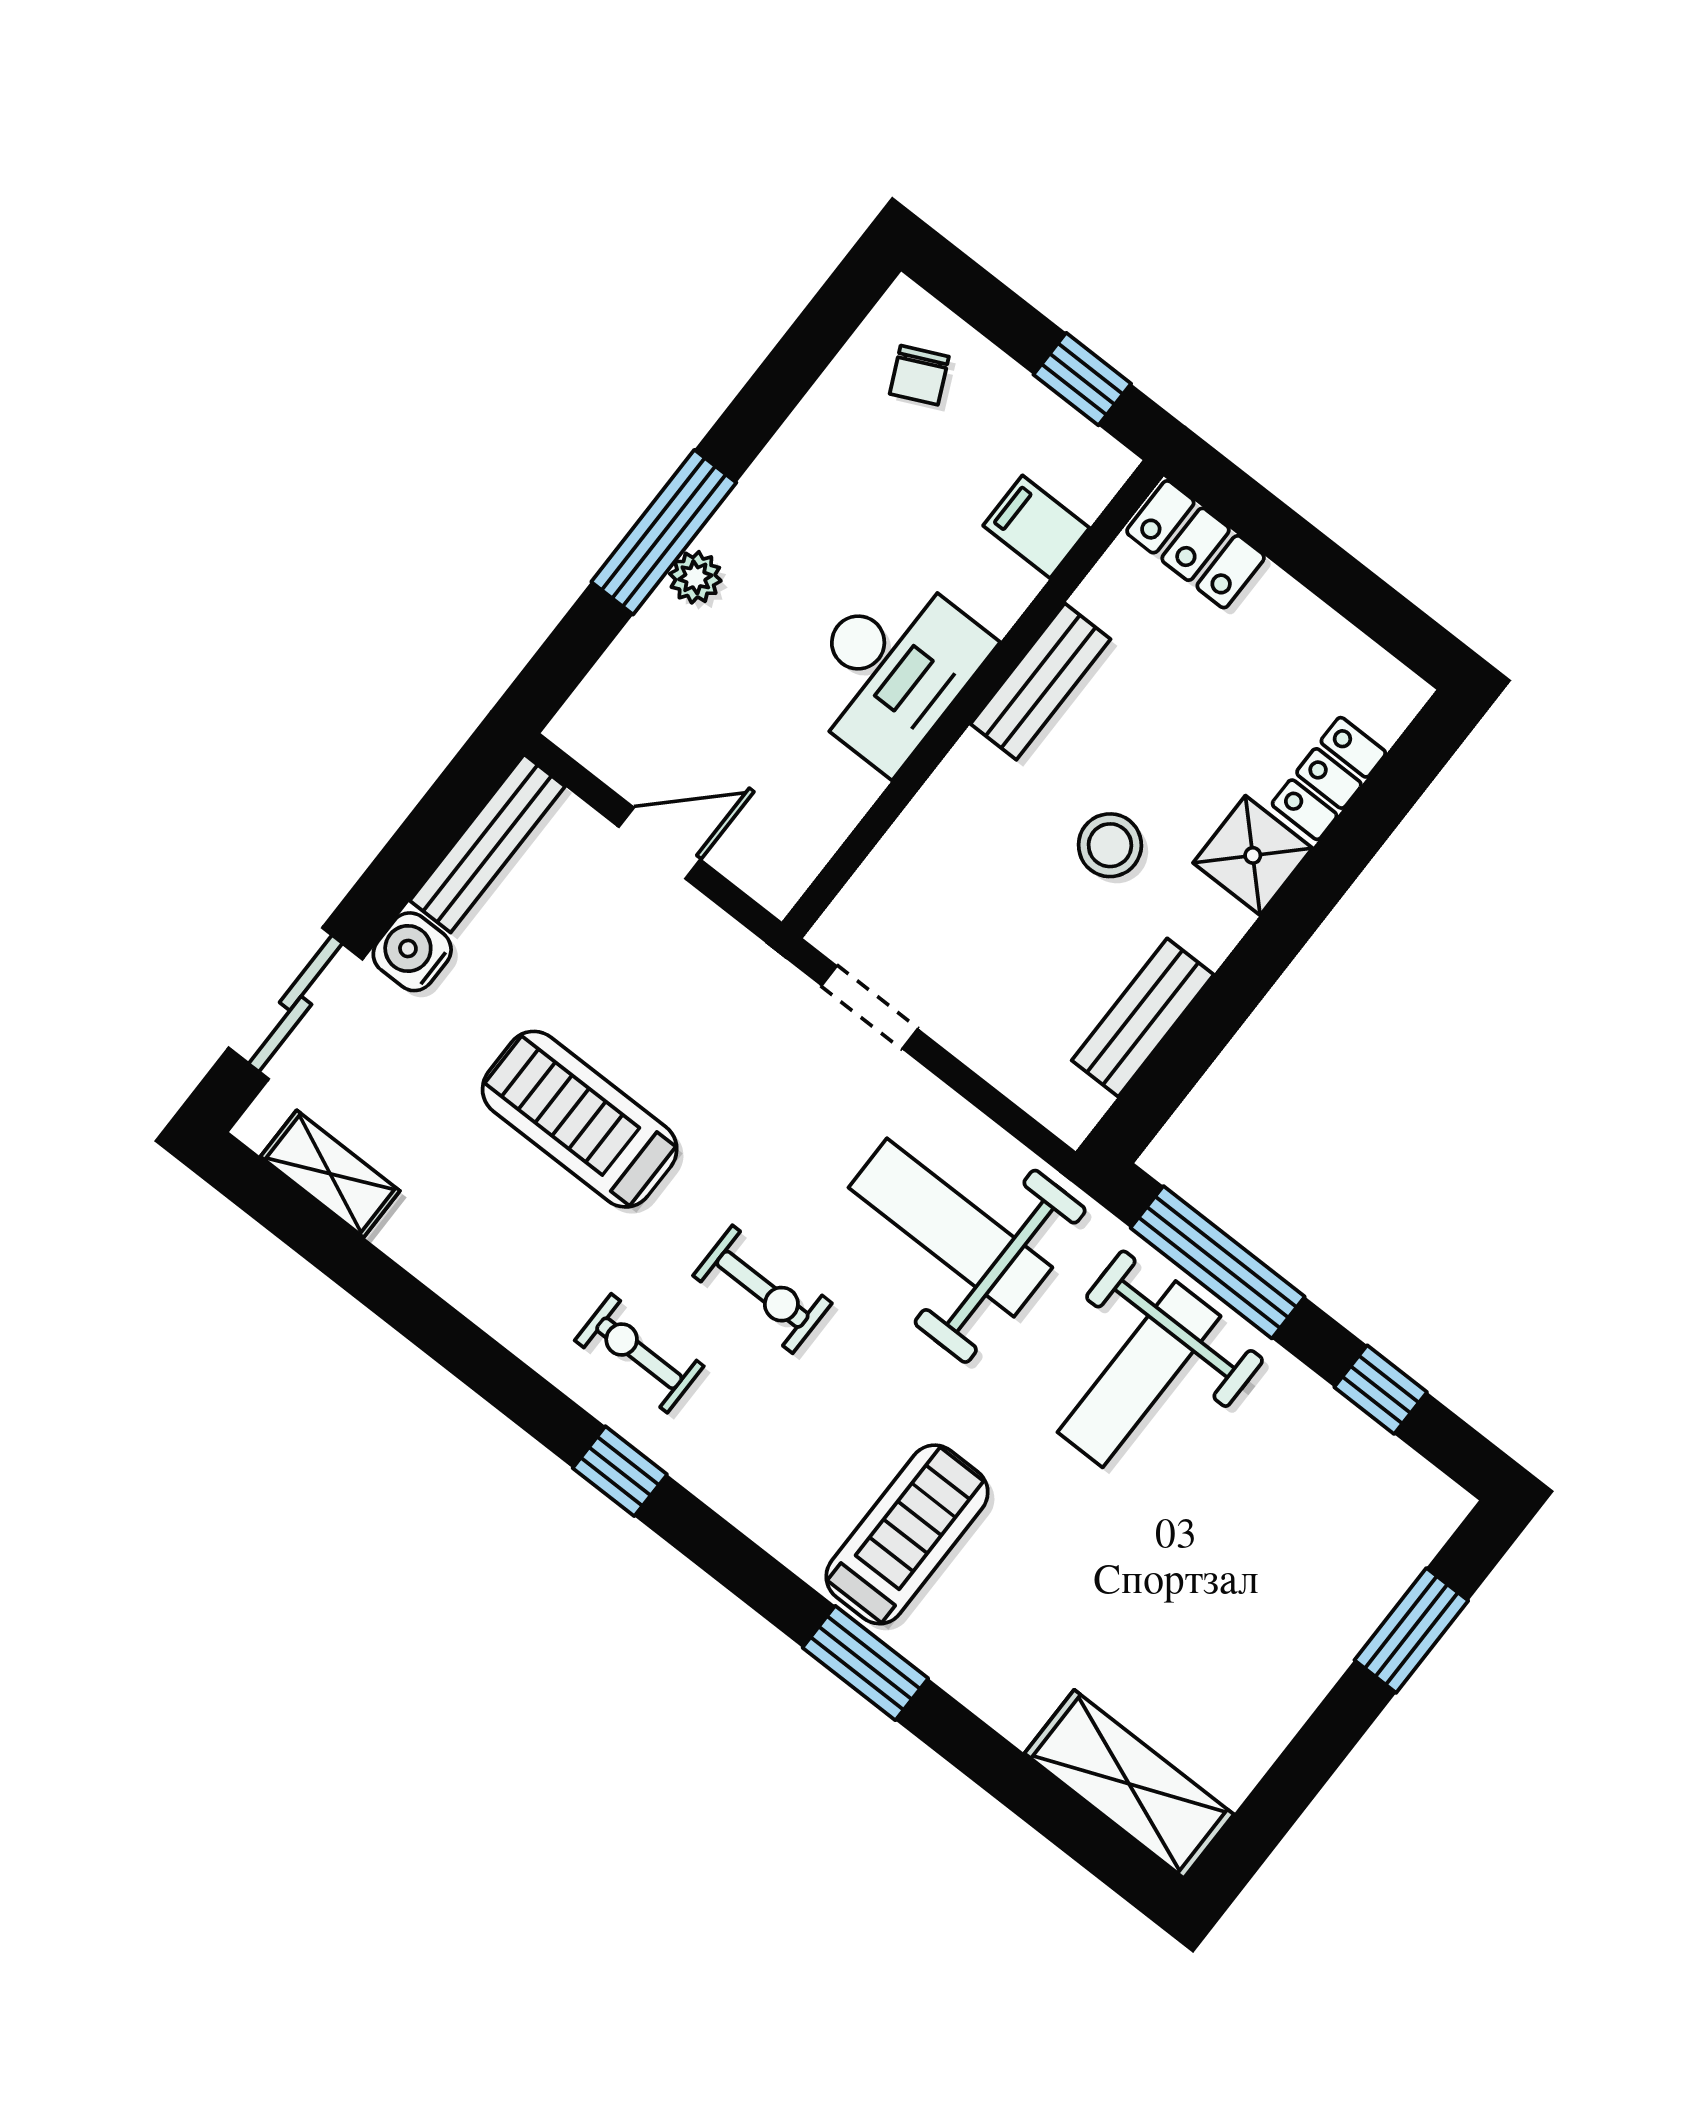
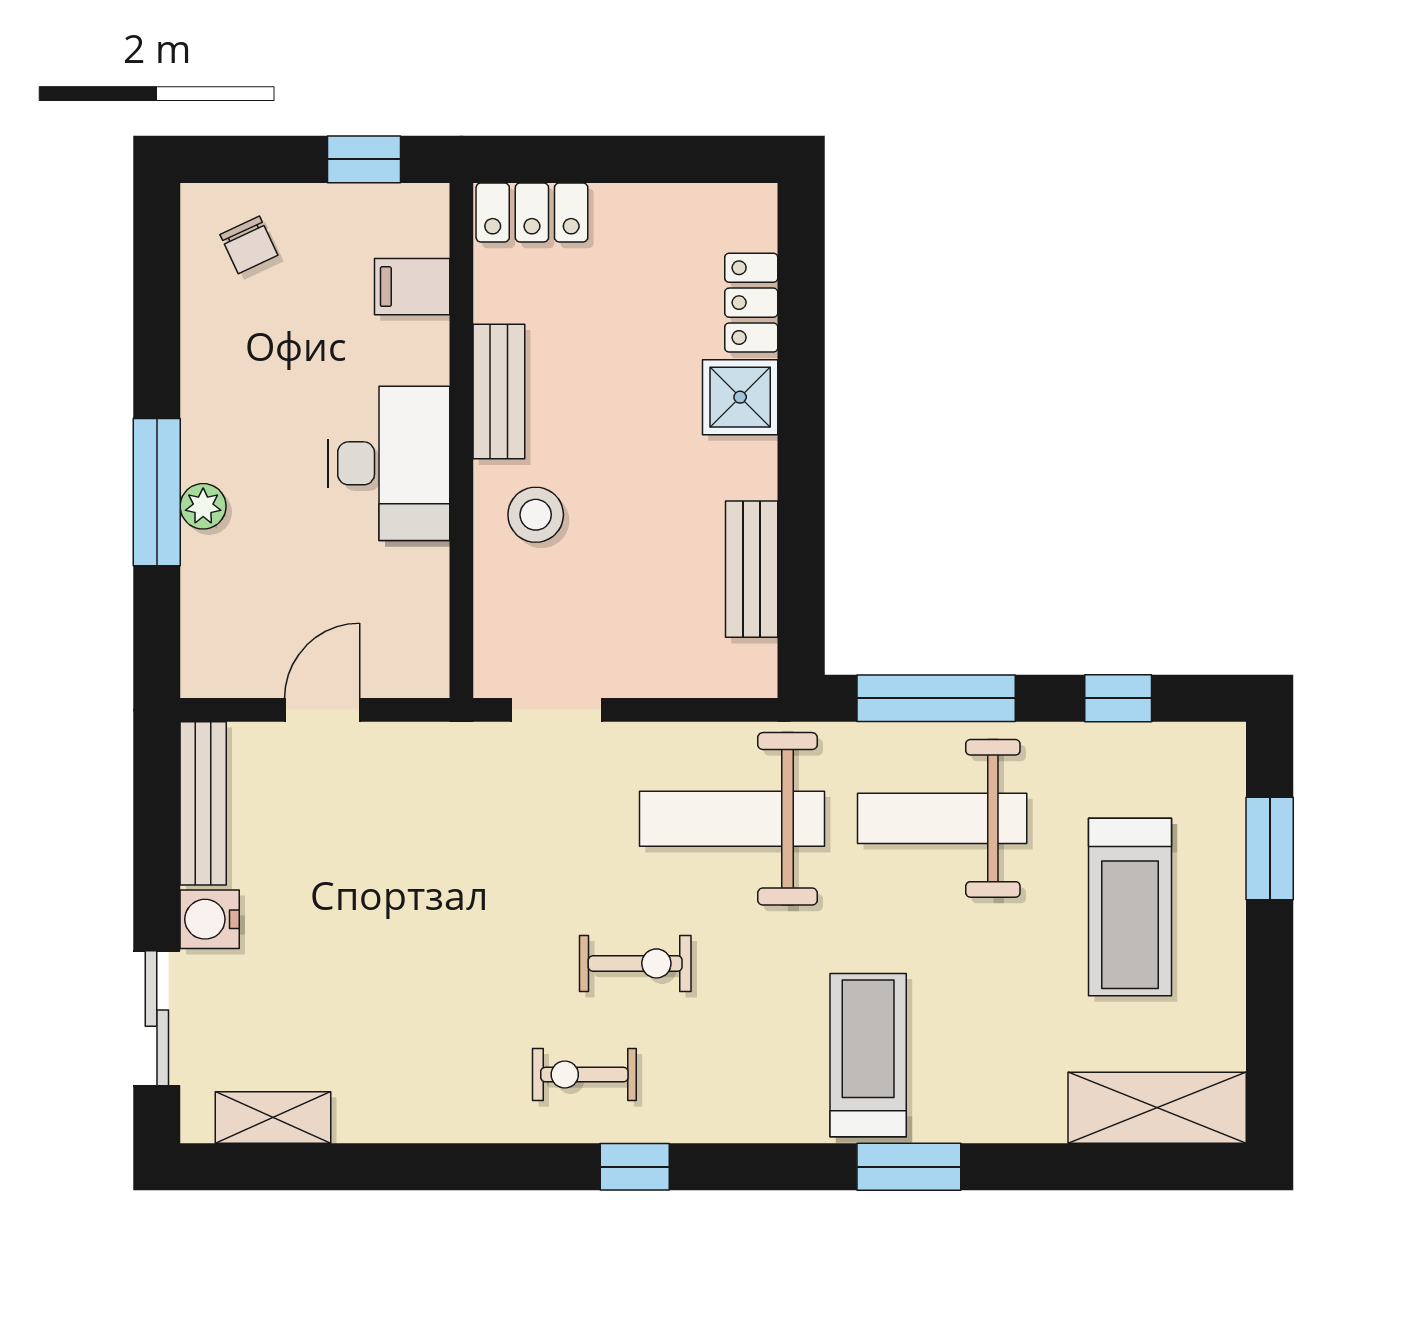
stool: (1110, 845) -> (536, 515), moved
treadmill: (580, 1119) -> (1130, 907), moved, turned -90
weight bench: (1139, 1374) -> (942, 818), turned 90

